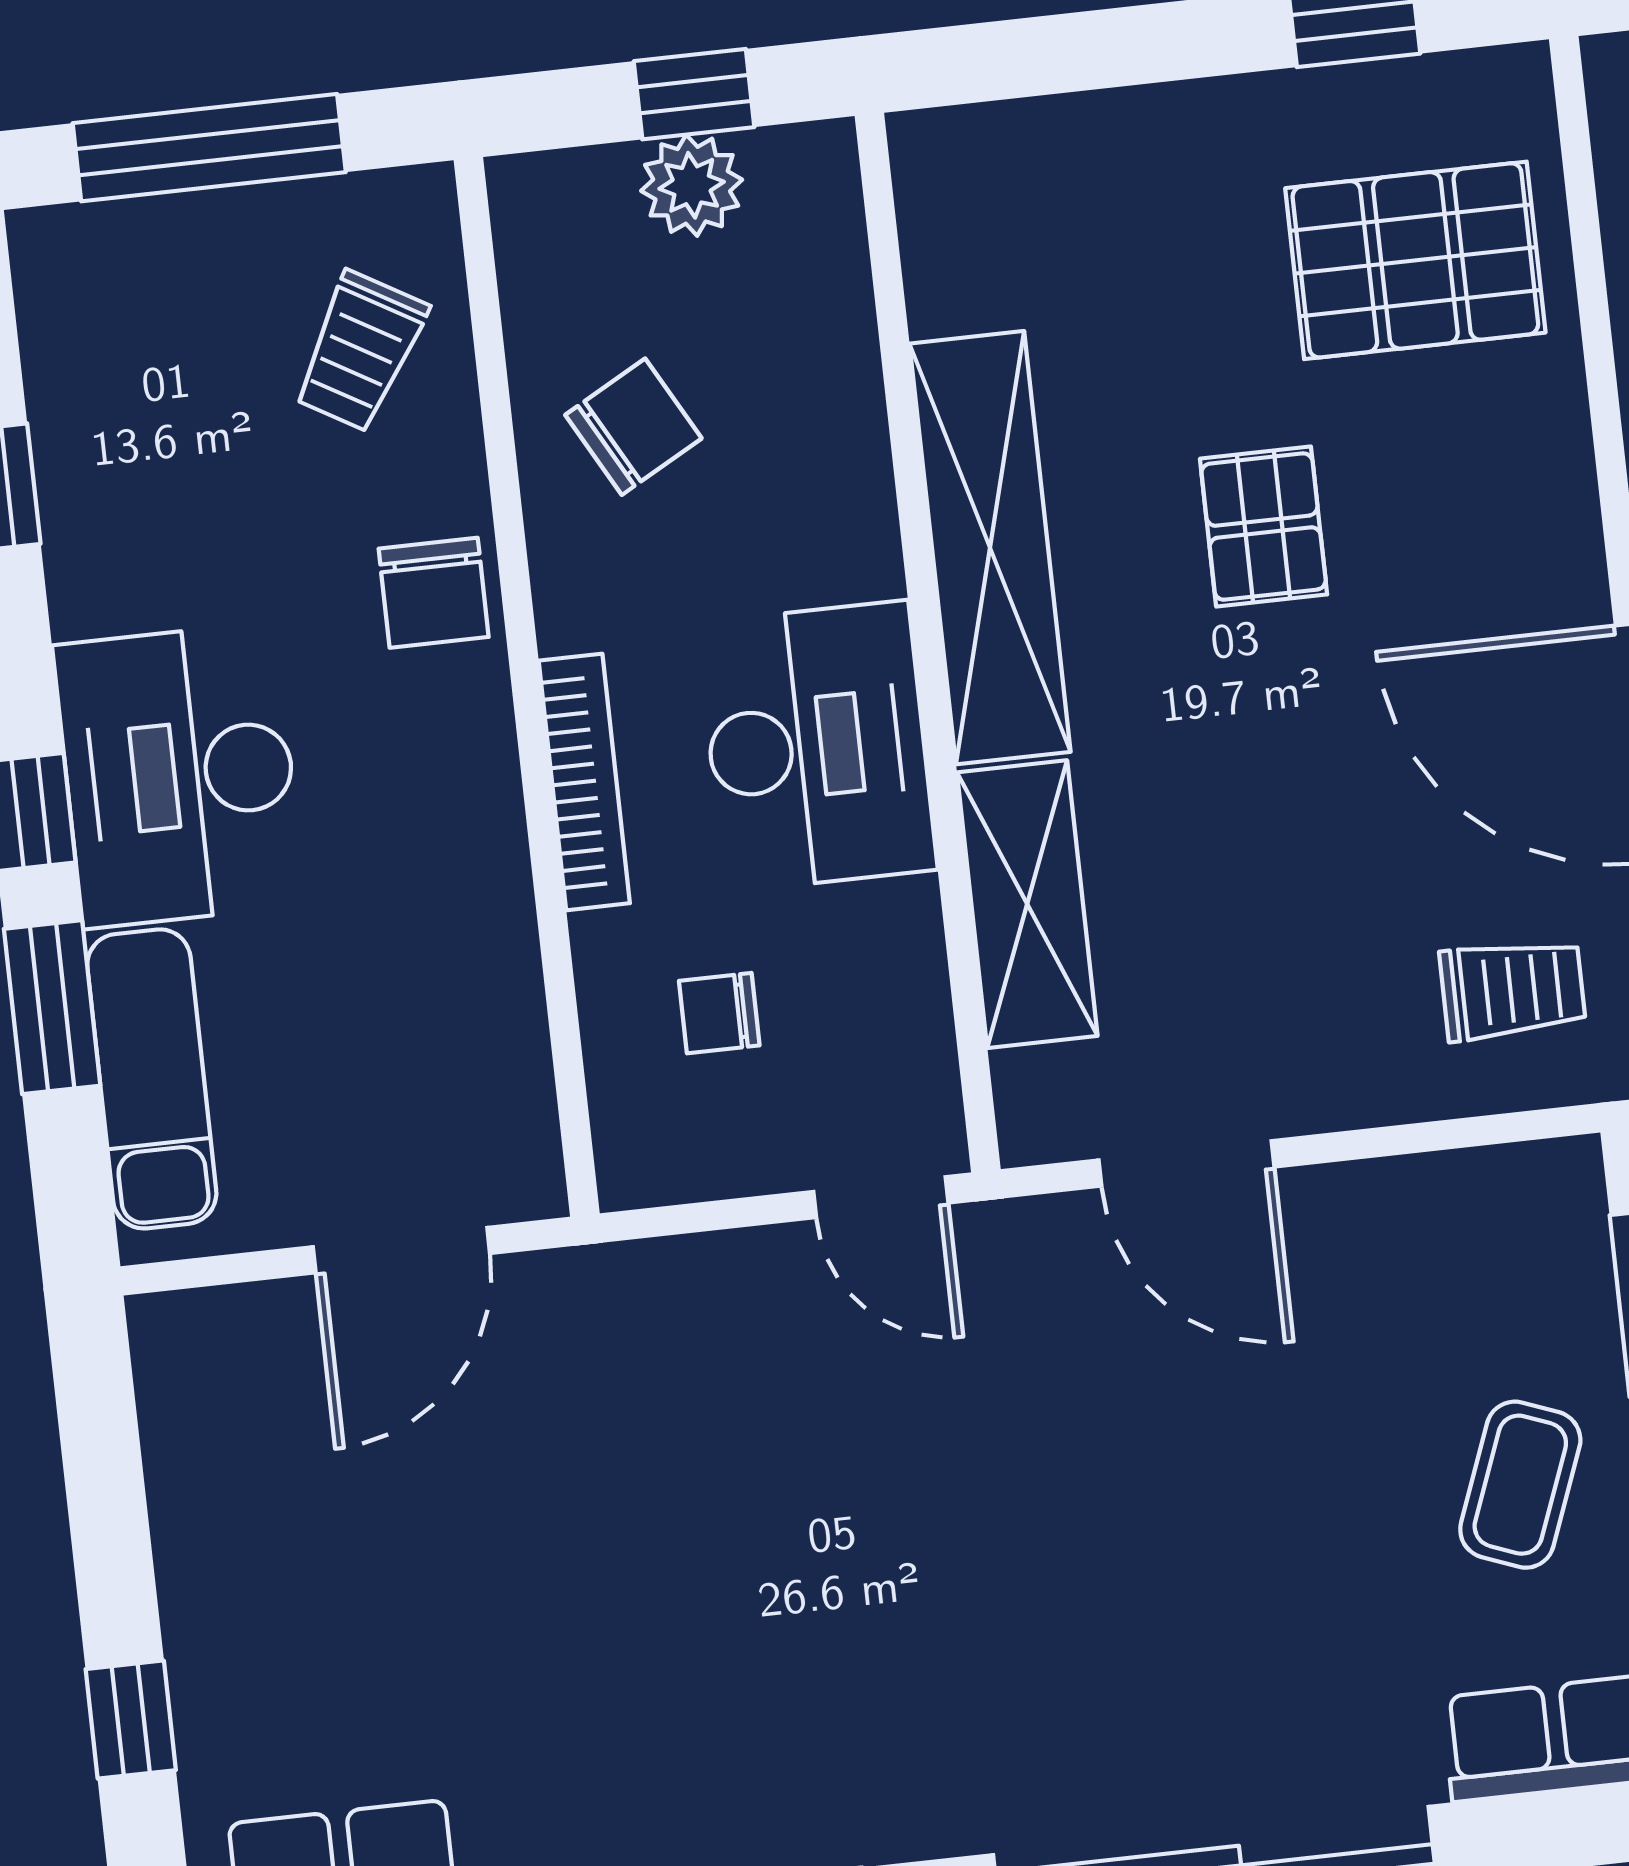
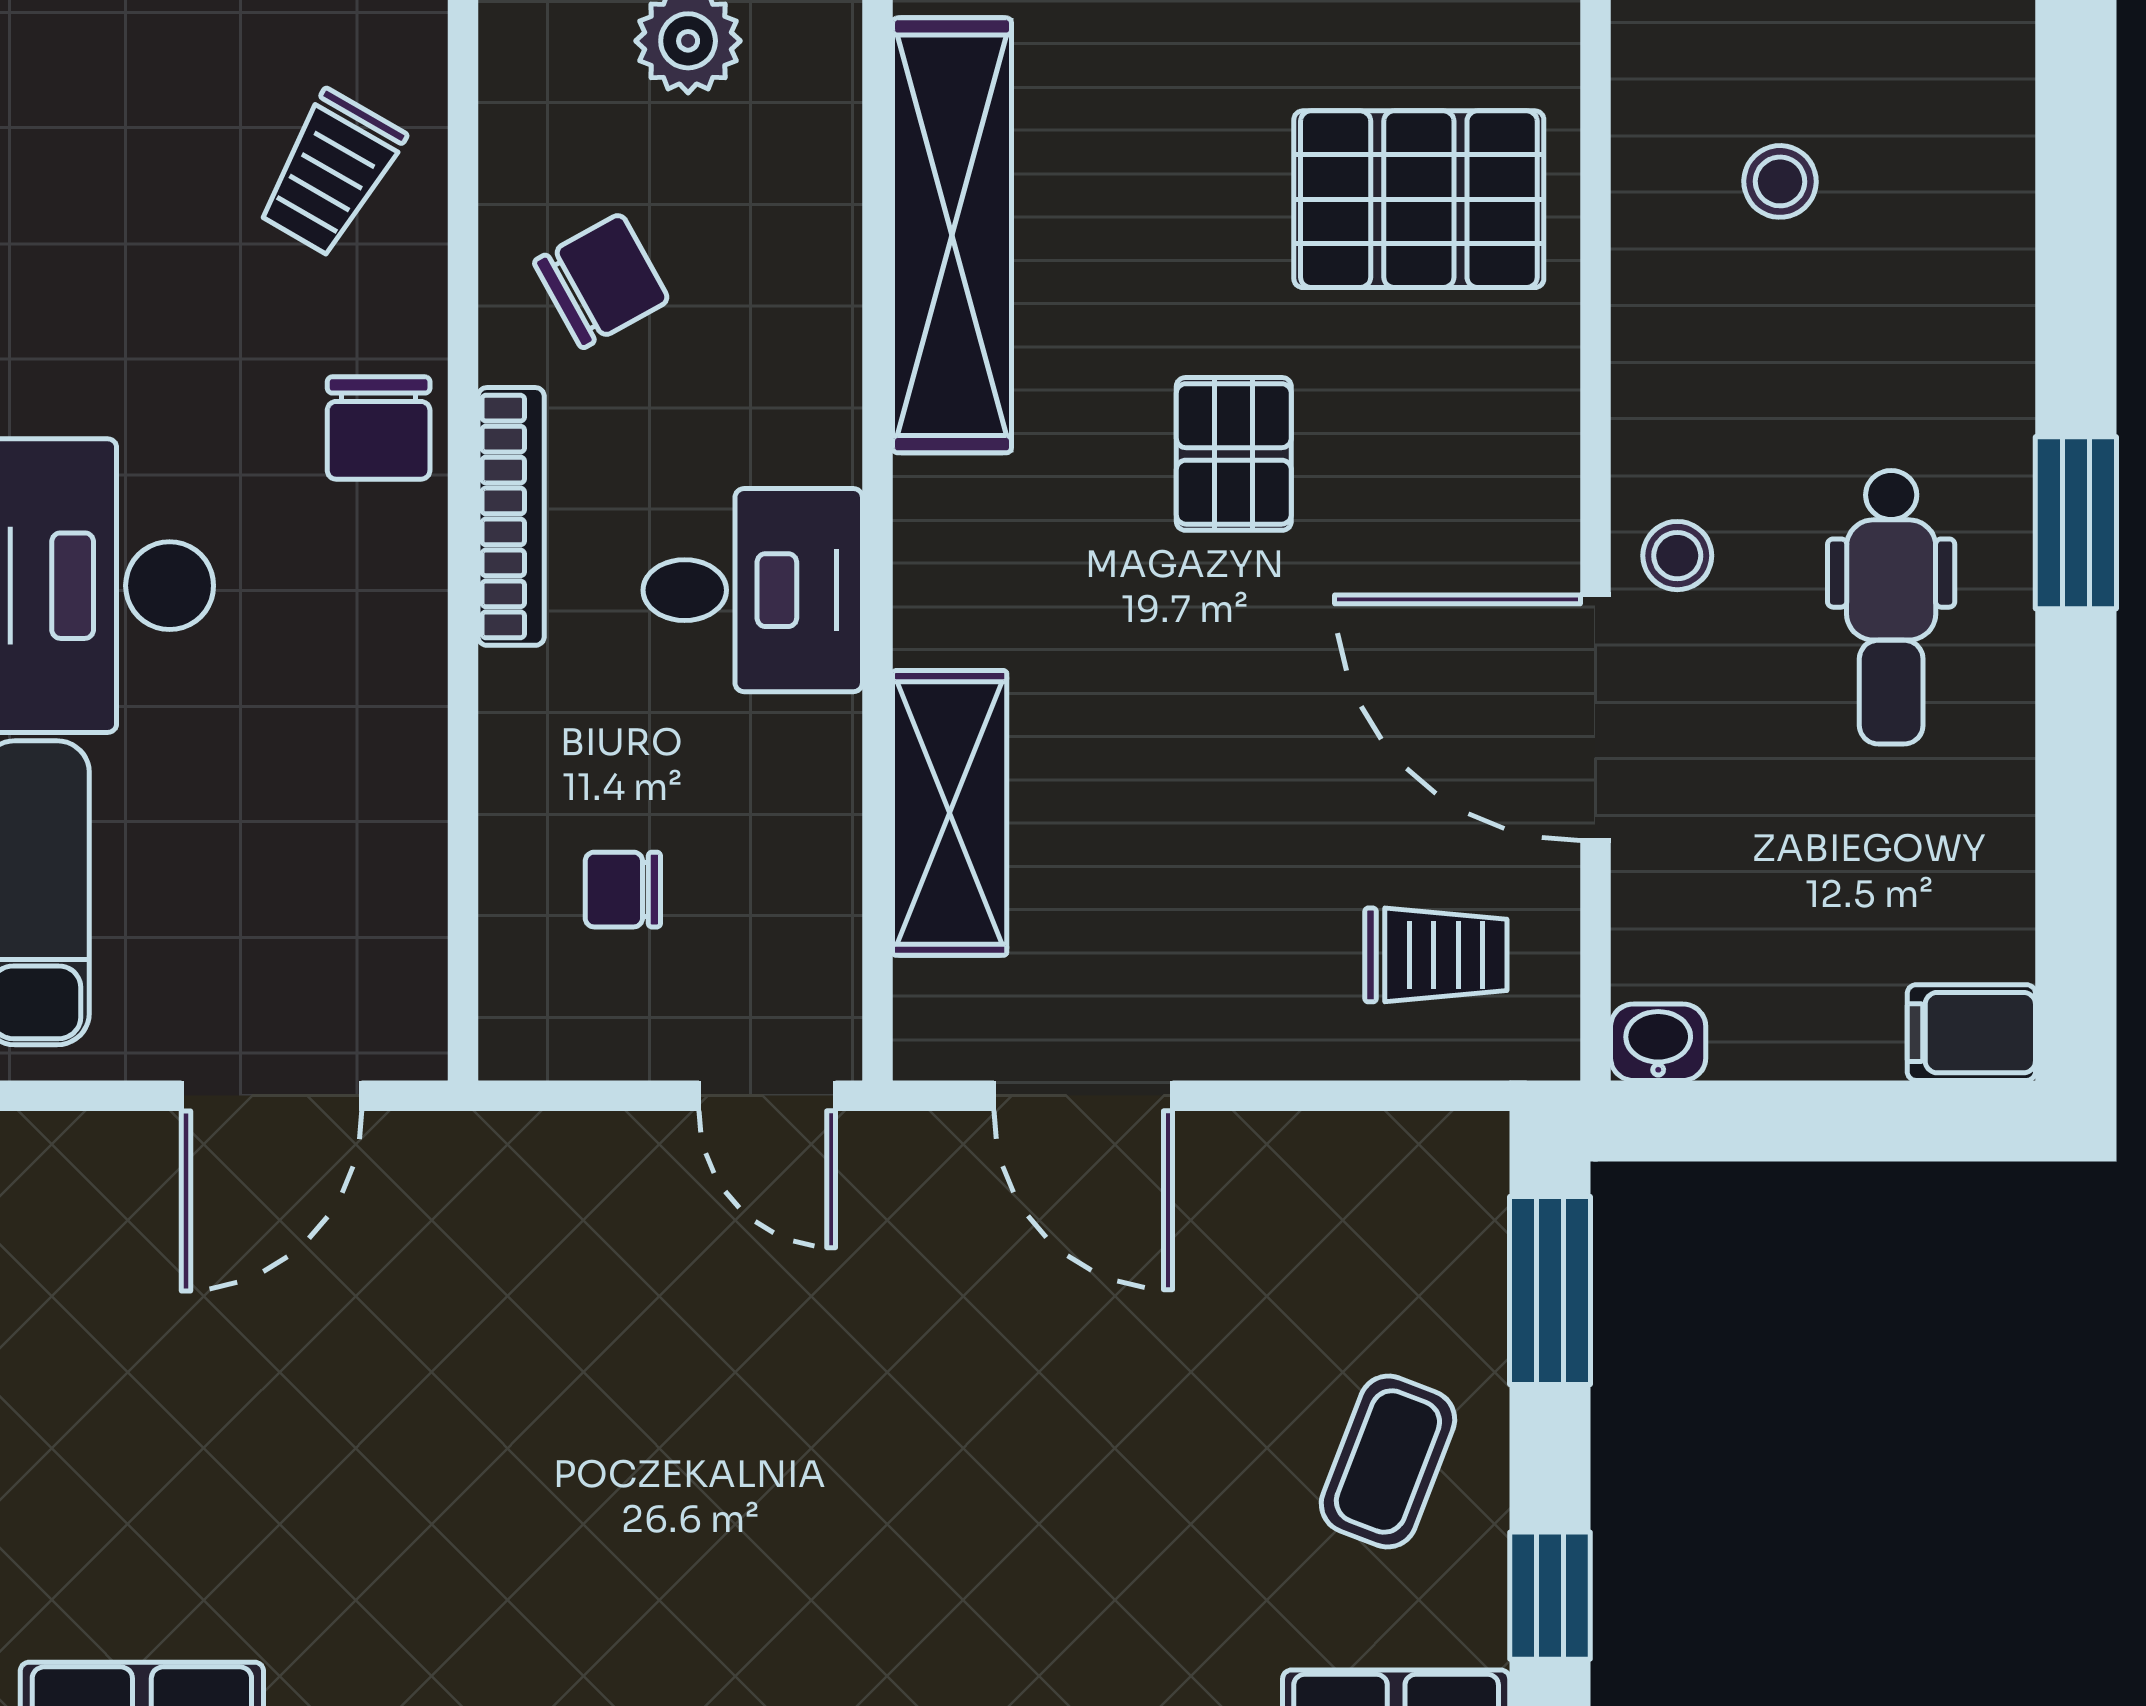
shelving: (990, 548) -> (952, 235), moved
desk: (817, 746) -> (753, 590), width x0.73
bookcase: (584, 782) -> (511, 516), moved

